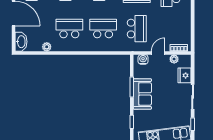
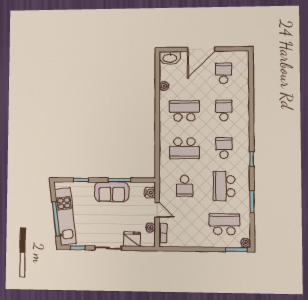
school desk: (69, 29) -> (184, 111), turned -90
school desk: (103, 29) -> (184, 148), turned 90
school desk: (137, 29) -> (184, 186), width x0.54

